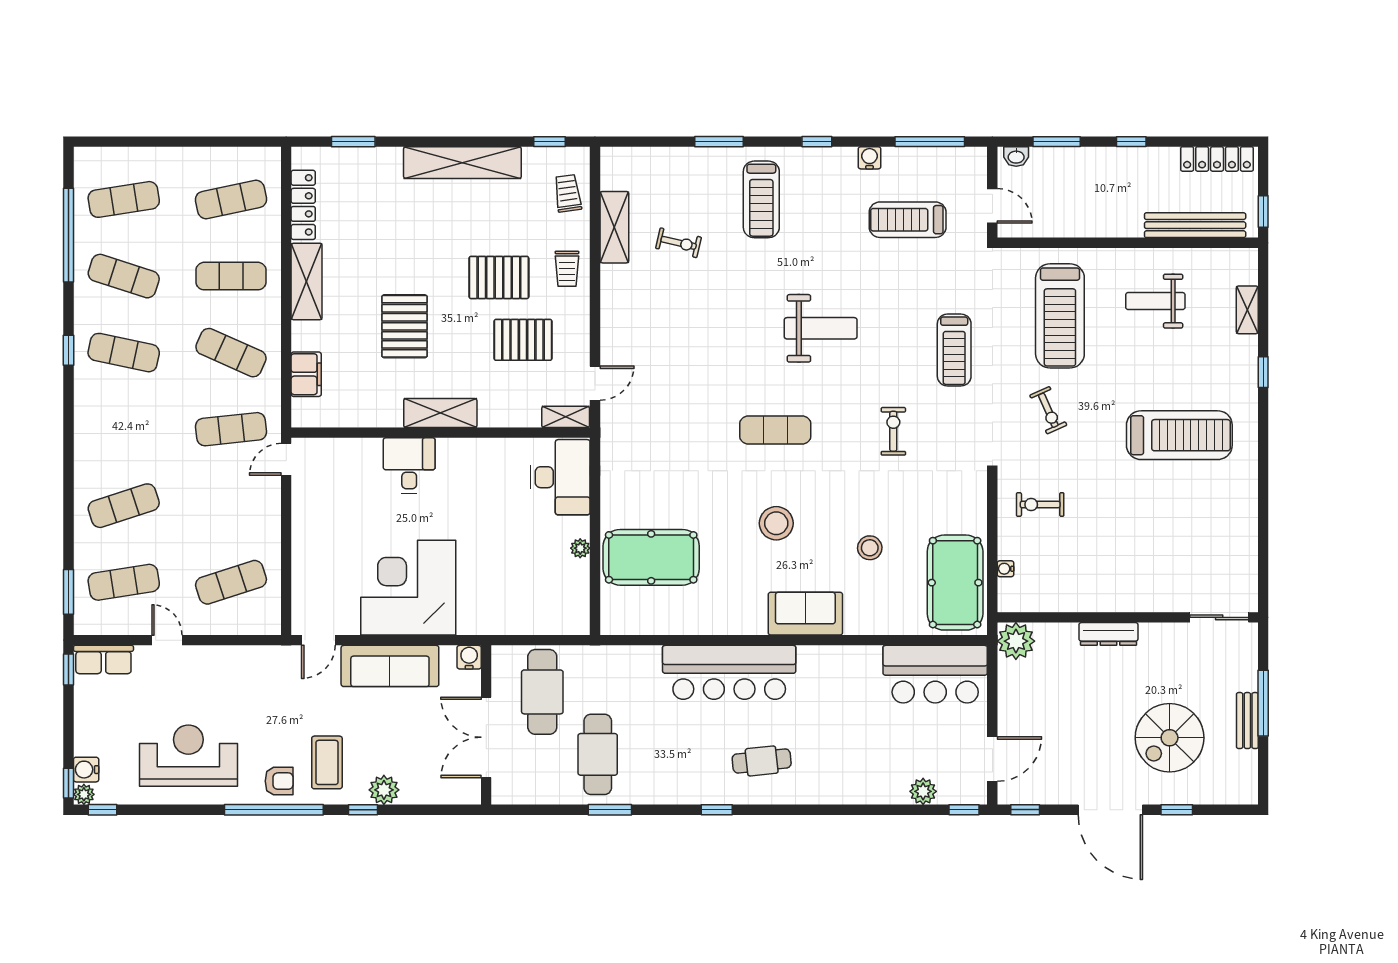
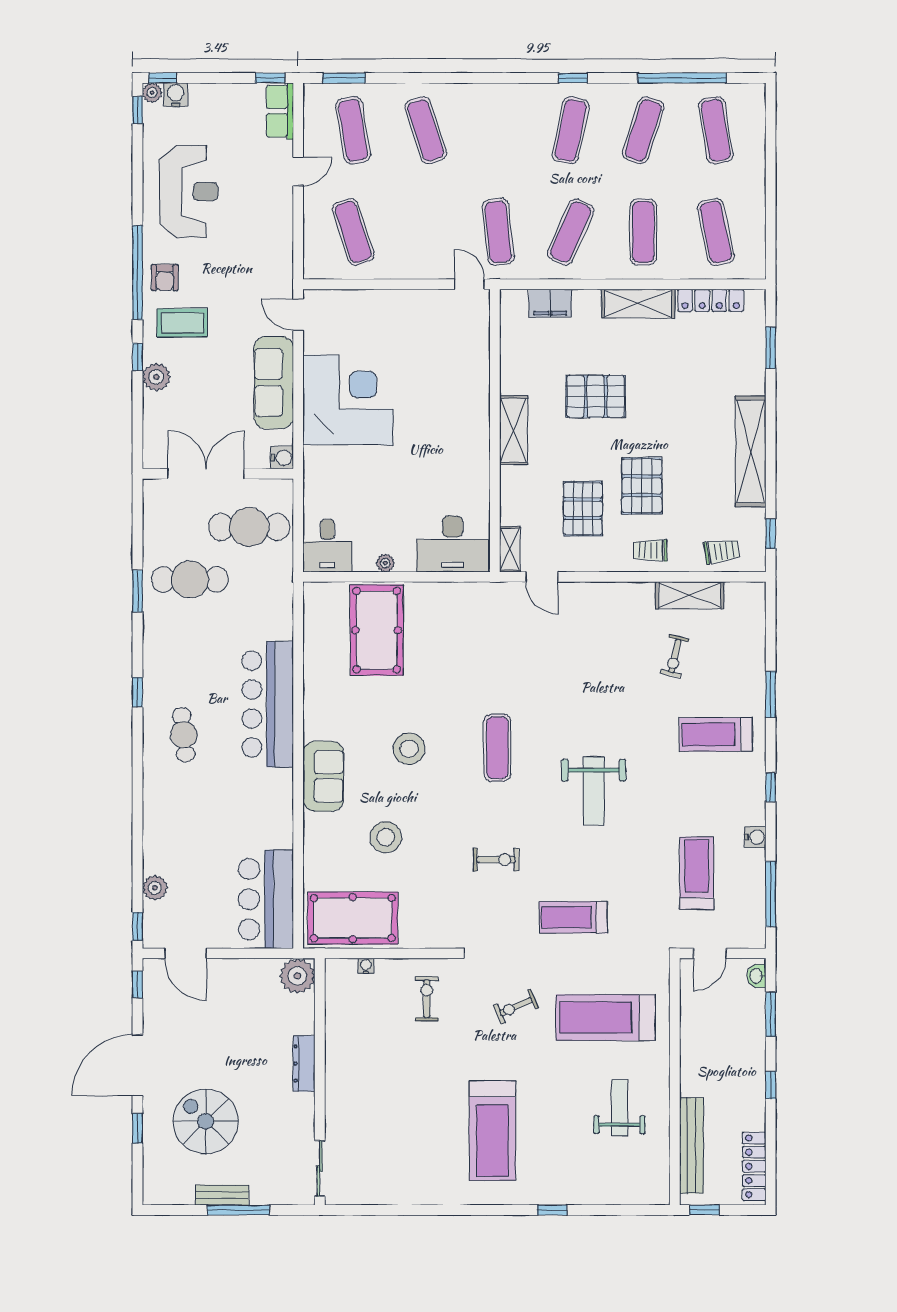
shelving: (1247, 310) -> (611, 1195), removed
desk: (409, 465) -> (327, 546), moved, turned 90
stool: (870, 548) -> (386, 837), width x1.38, depth x1.38

